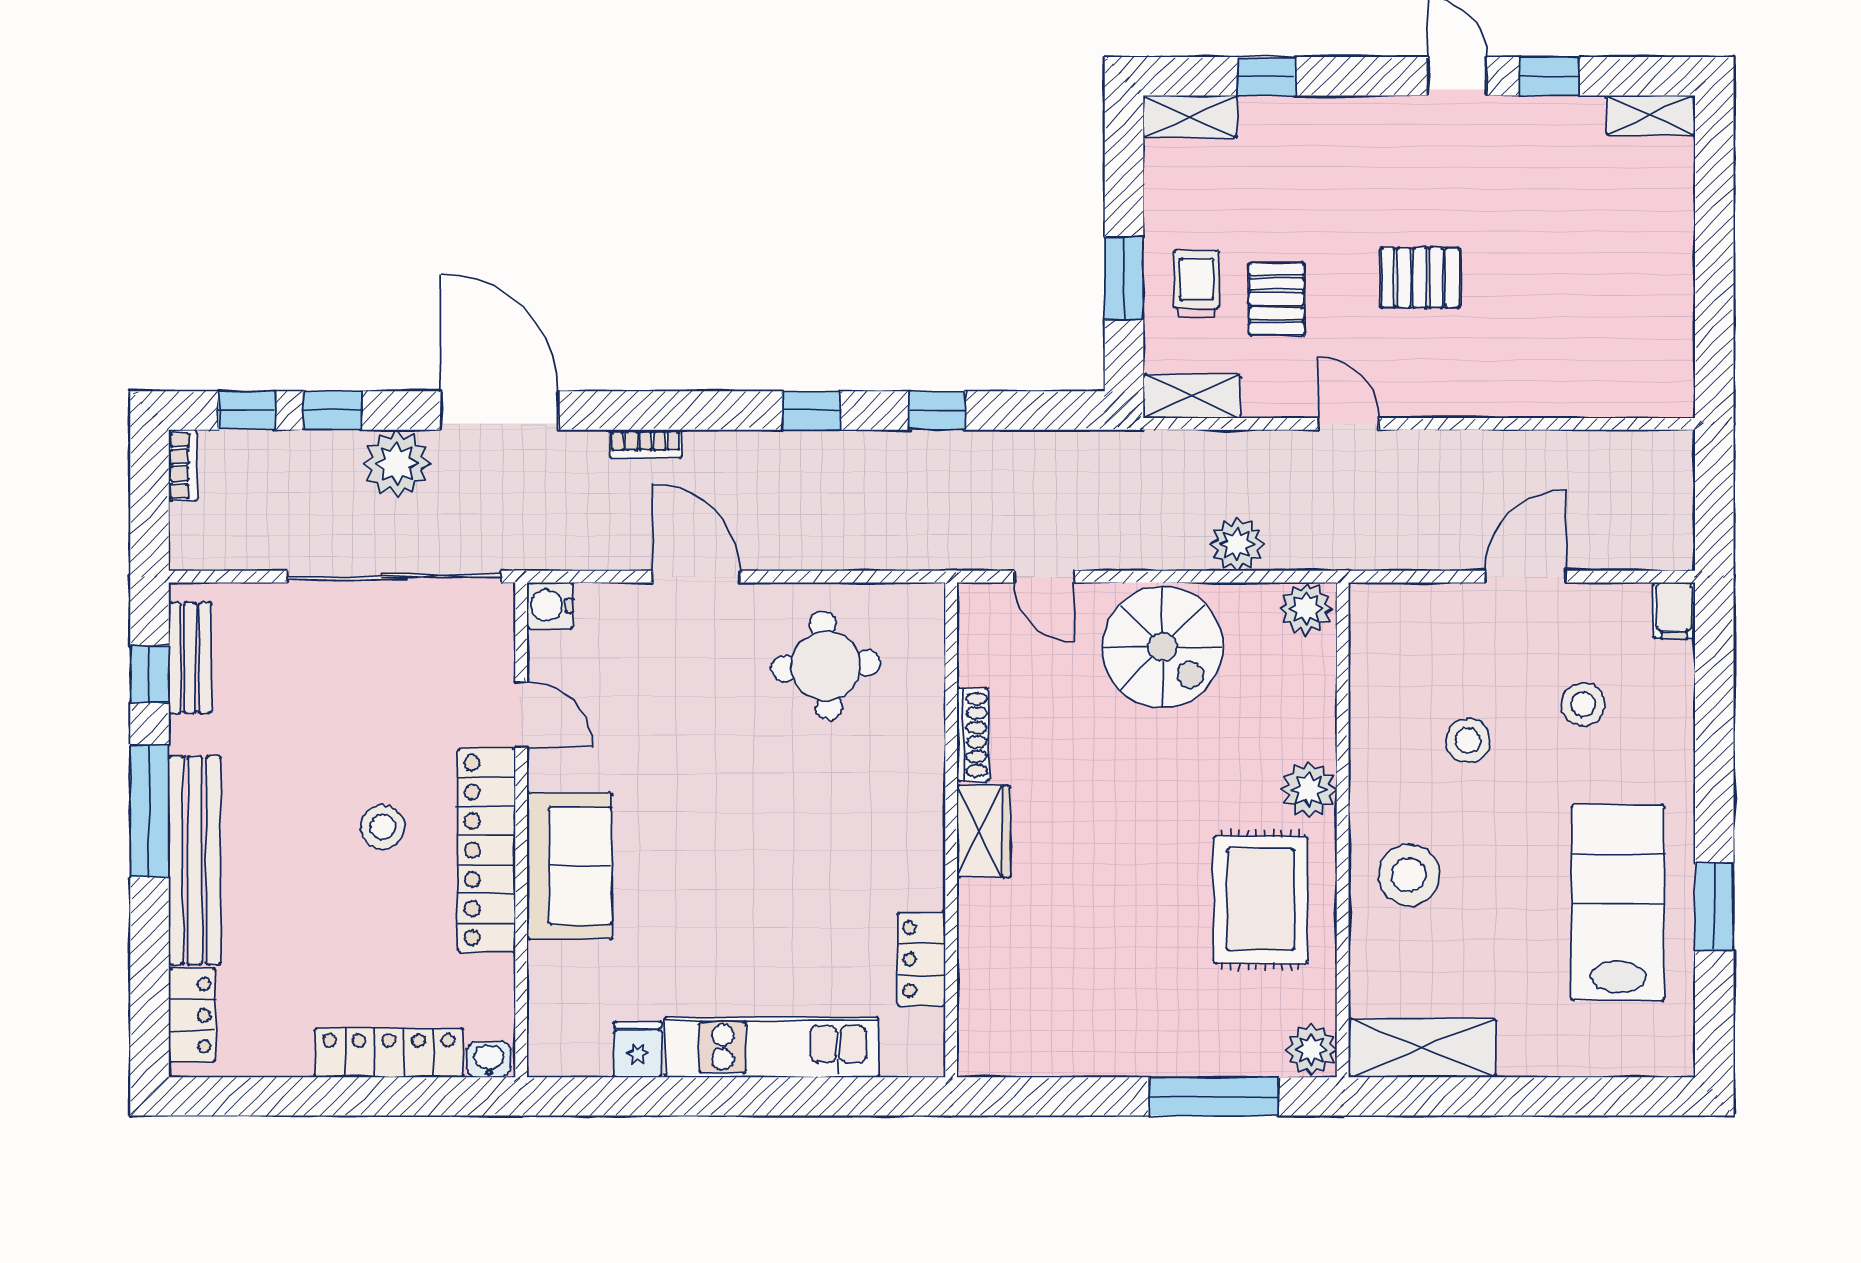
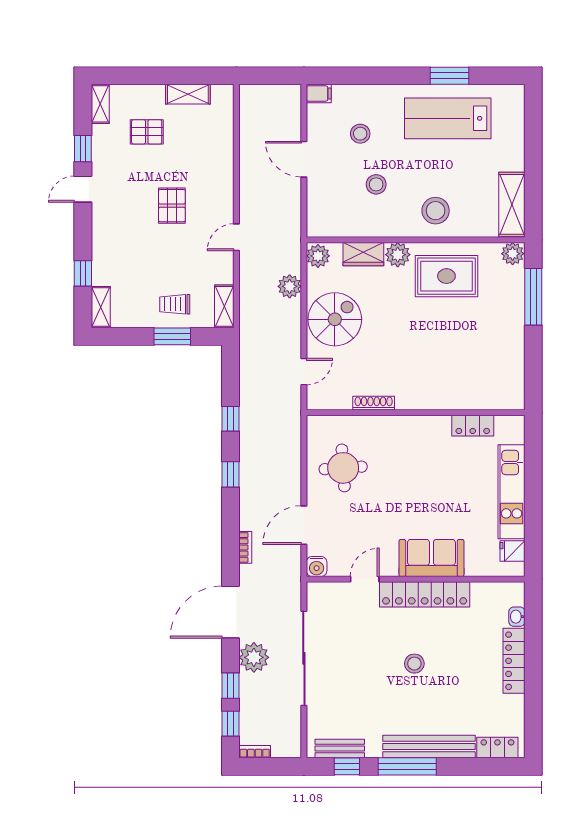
pallet: (1277, 299) -> (147, 132), moved
shelving: (1672, 314) -> (188, 94), added
water cooler: (550, 606) -> (317, 566), moved
door: (521, 714) -> (365, 579), moved
wall: (521, 830) -> (416, 579), moved
wardrobe: (983, 831) -> (363, 254), moved, turned 180
locker: (487, 850) -> (425, 594), moved
sofa: (569, 866) -> (431, 558), moved

